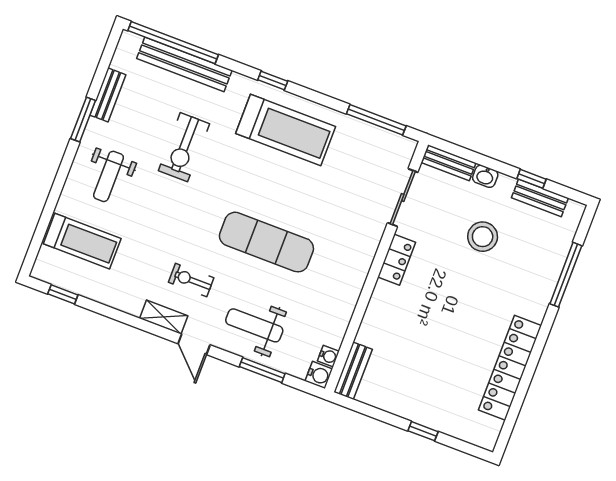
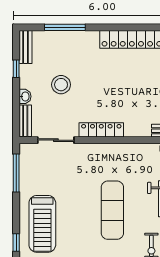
treadmill: (286, 130) -> (42, 224), turned 180
bench: (540, 198) -> (26, 47), moved
locker: (397, 260) -> (101, 130), width x1.53

